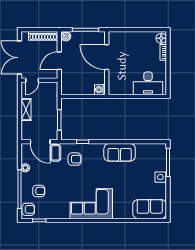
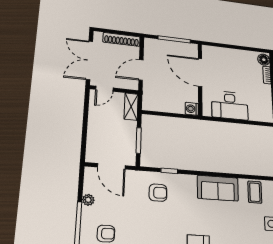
boiler: (66, 36) -> (150, 43), removed
desk: (148, 83) -> (230, 105), moved
shelving: (26, 110) -> (131, 107), moved
coffee table: (56, 153) -> (255, 192), moved

